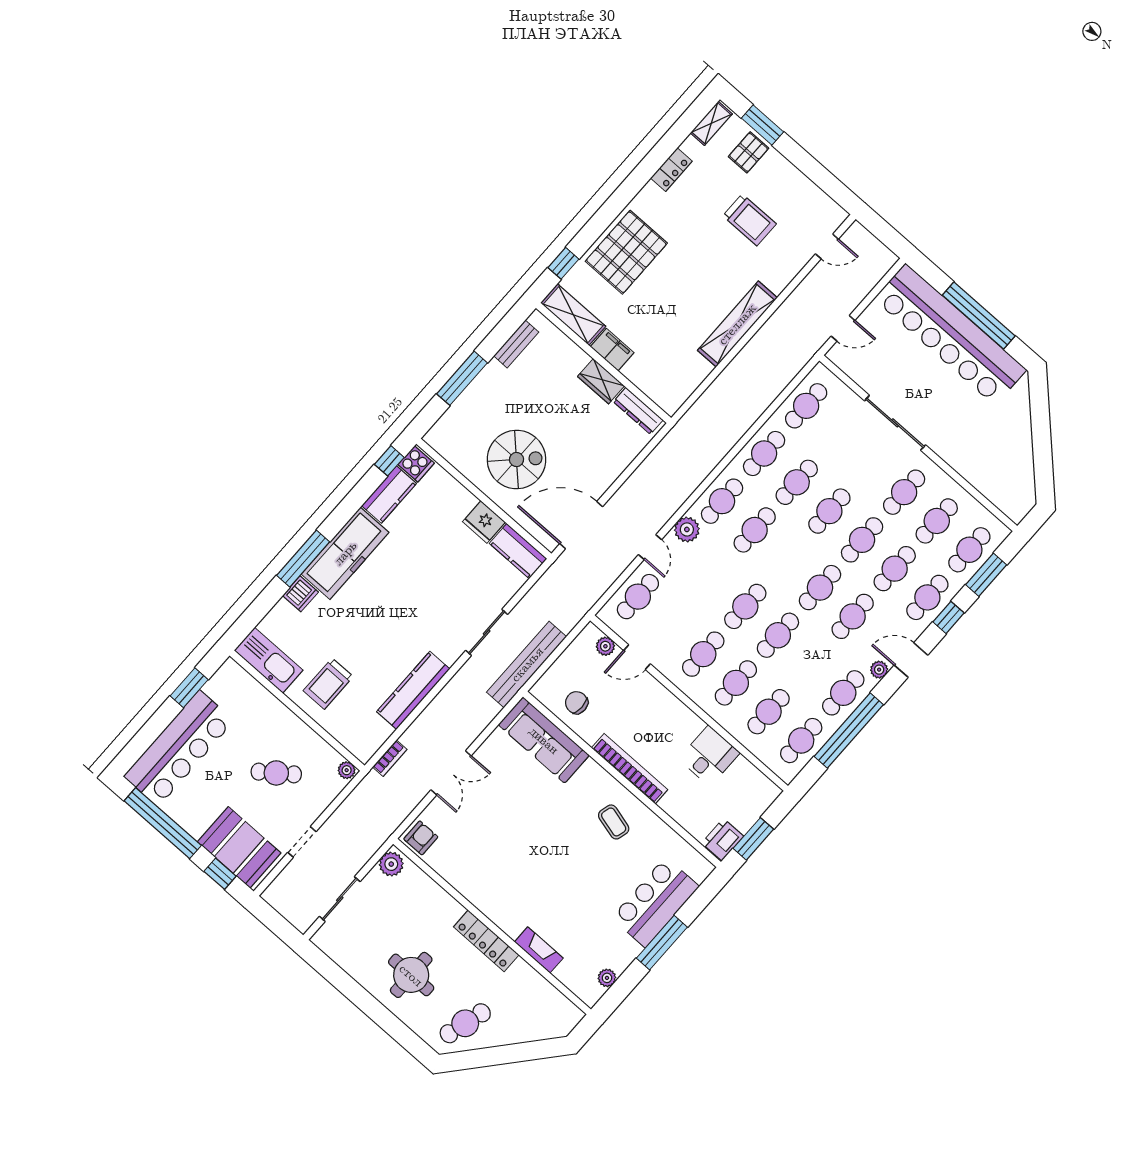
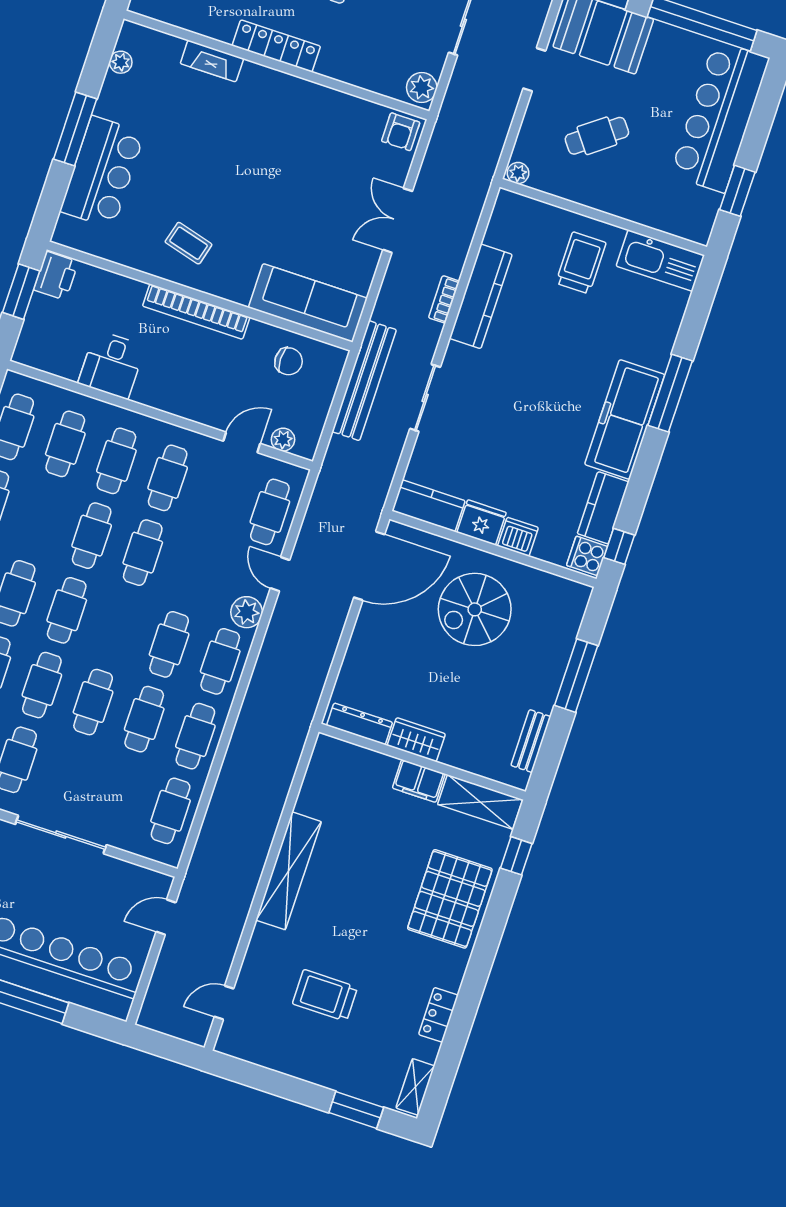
pallet: (749, 152) -> (359, 1072), removed
dishwasher: (300, 594) -> (518, 537), moved, turned 90
bookcase: (390, 758) -> (444, 299), moved

